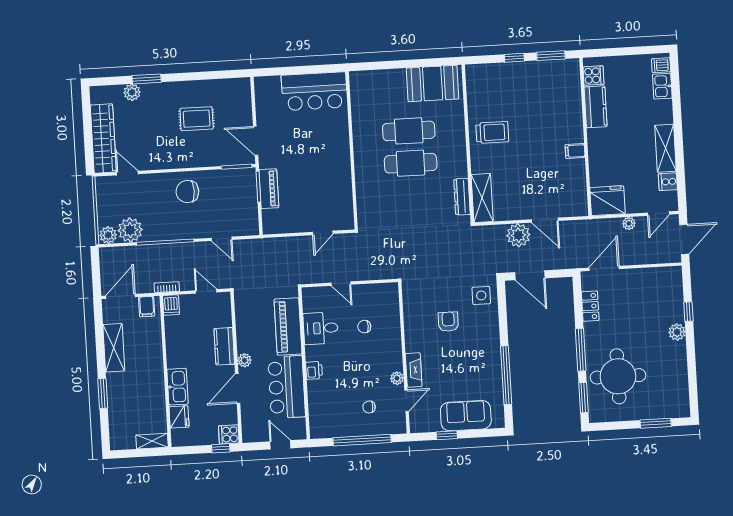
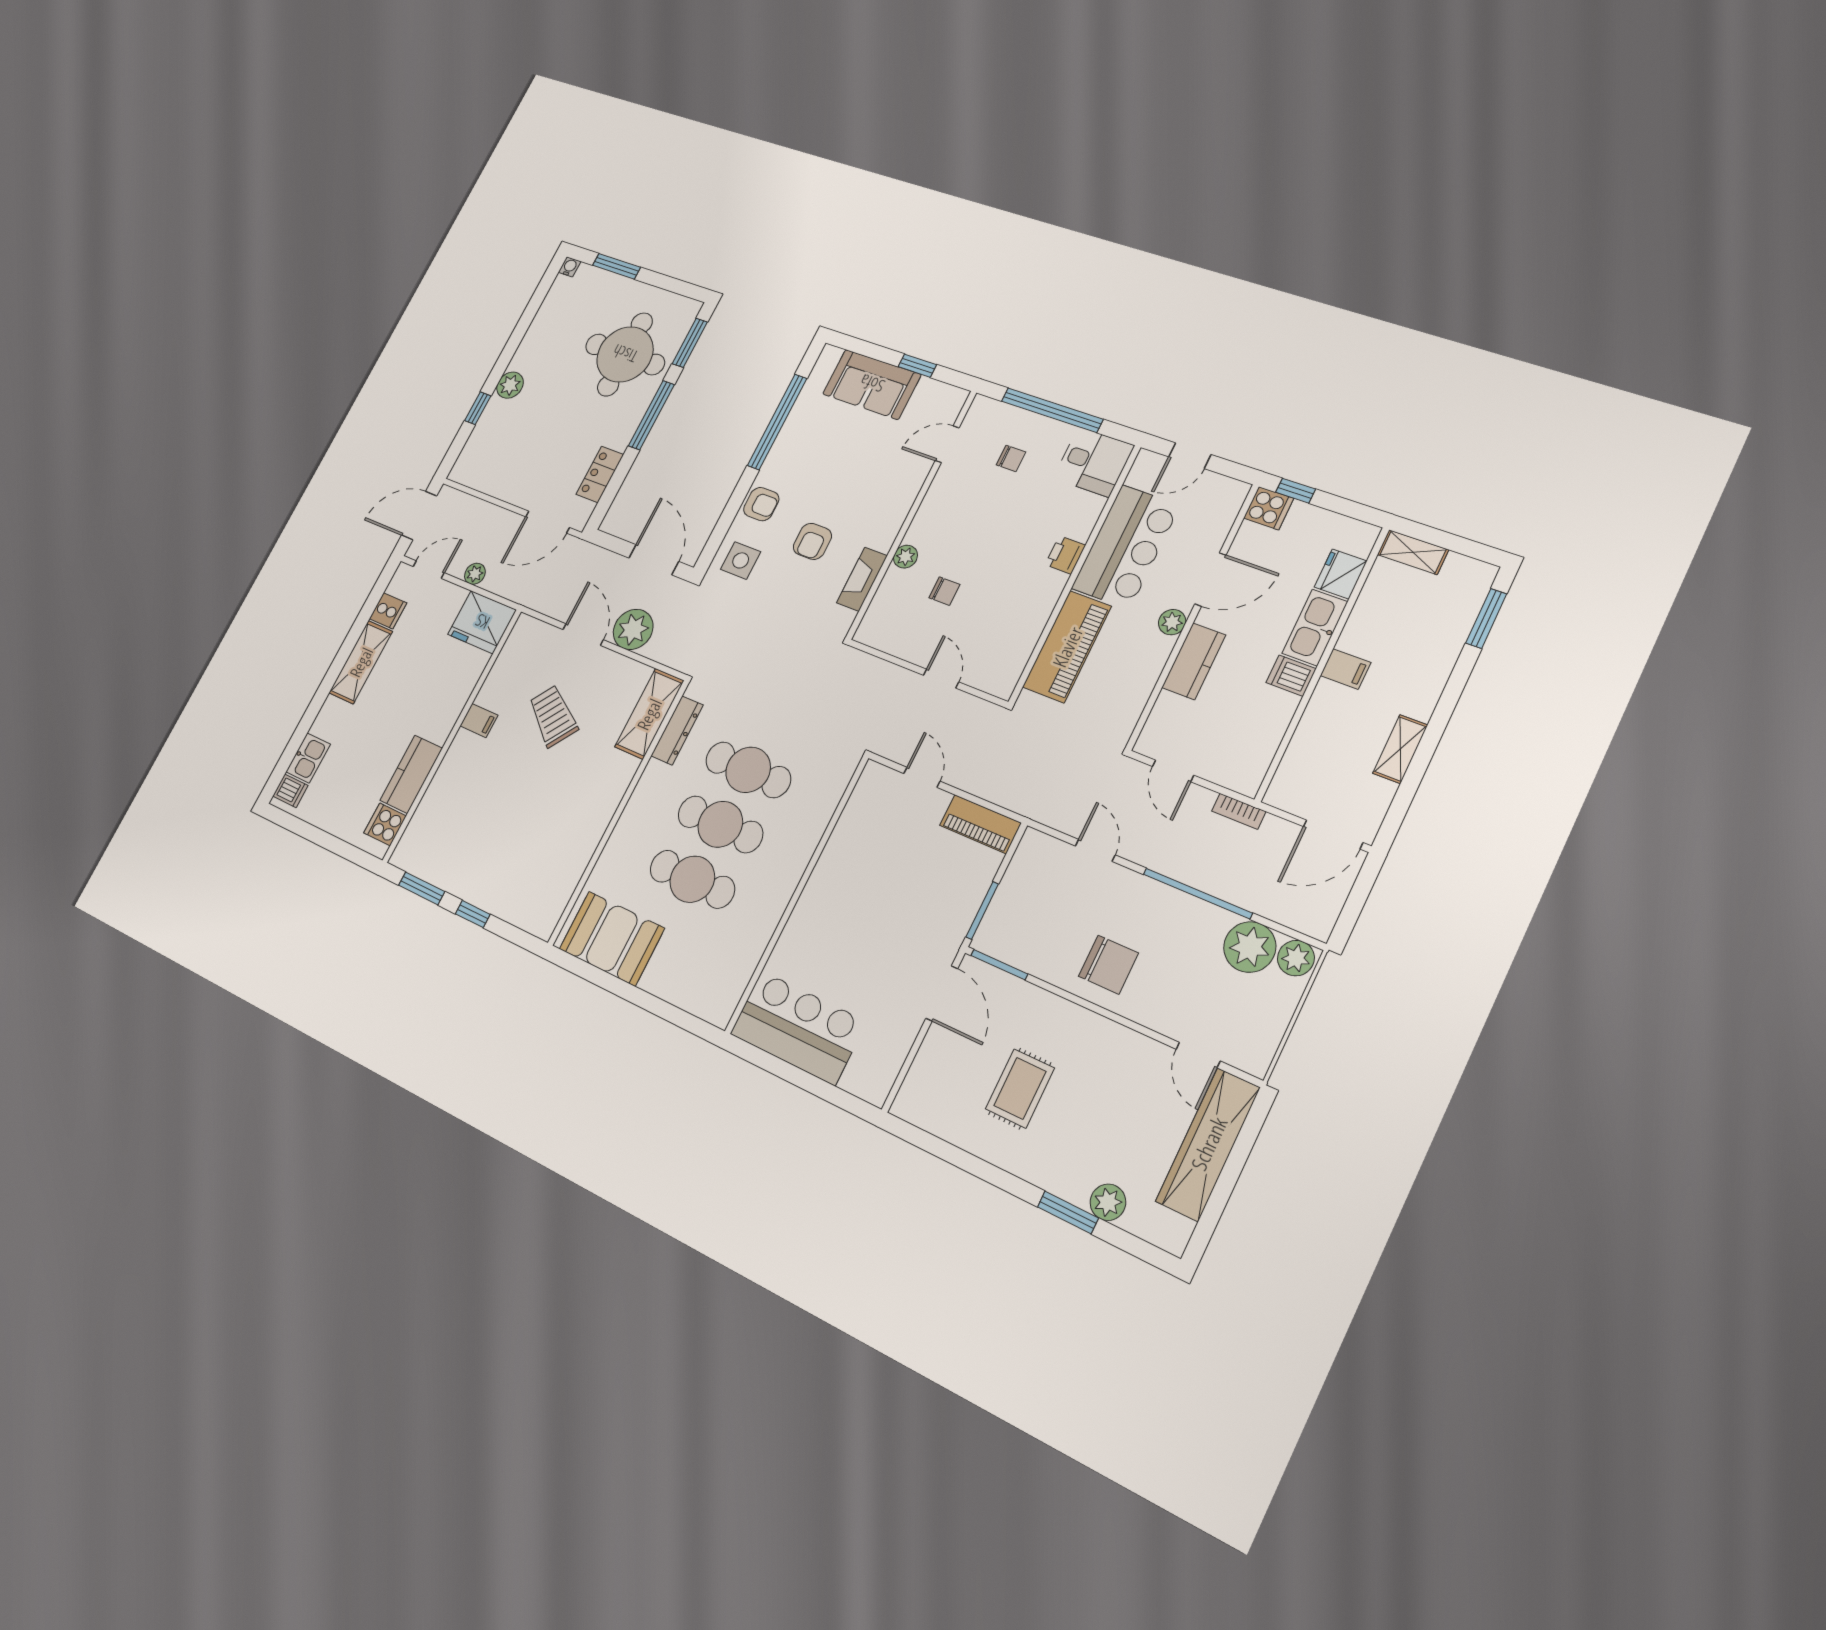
rug: (197, 119) -> (1020, 1088), turned 90
trolley: (492, 132) -> (553, 716), moved, turned 36
piano: (269, 189) -> (980, 824), moved, turned -90
cafe table: (412, 195) -> (748, 770), added
door: (323, 233) -> (922, 777), hinge flipped
dishwasher: (171, 305) -> (1291, 676), moved, turned -90
filing cabinet: (147, 307) -> (1345, 669), moved, turned 90
desk: (321, 328) -> (1094, 462), moved
armchair: (488, 329) -> (761, 504), added
shelving: (114, 348) -> (1400, 749), width x0.67, depth x0.75
fireplace: (414, 370) -> (862, 579), moved
plant: (397, 378) -> (906, 557), moved
window: (103, 393) -> (1486, 618), moved
water cooler: (685, 412) -> (570, 267), added
door: (280, 445) -> (1190, 456), hinge flipped

